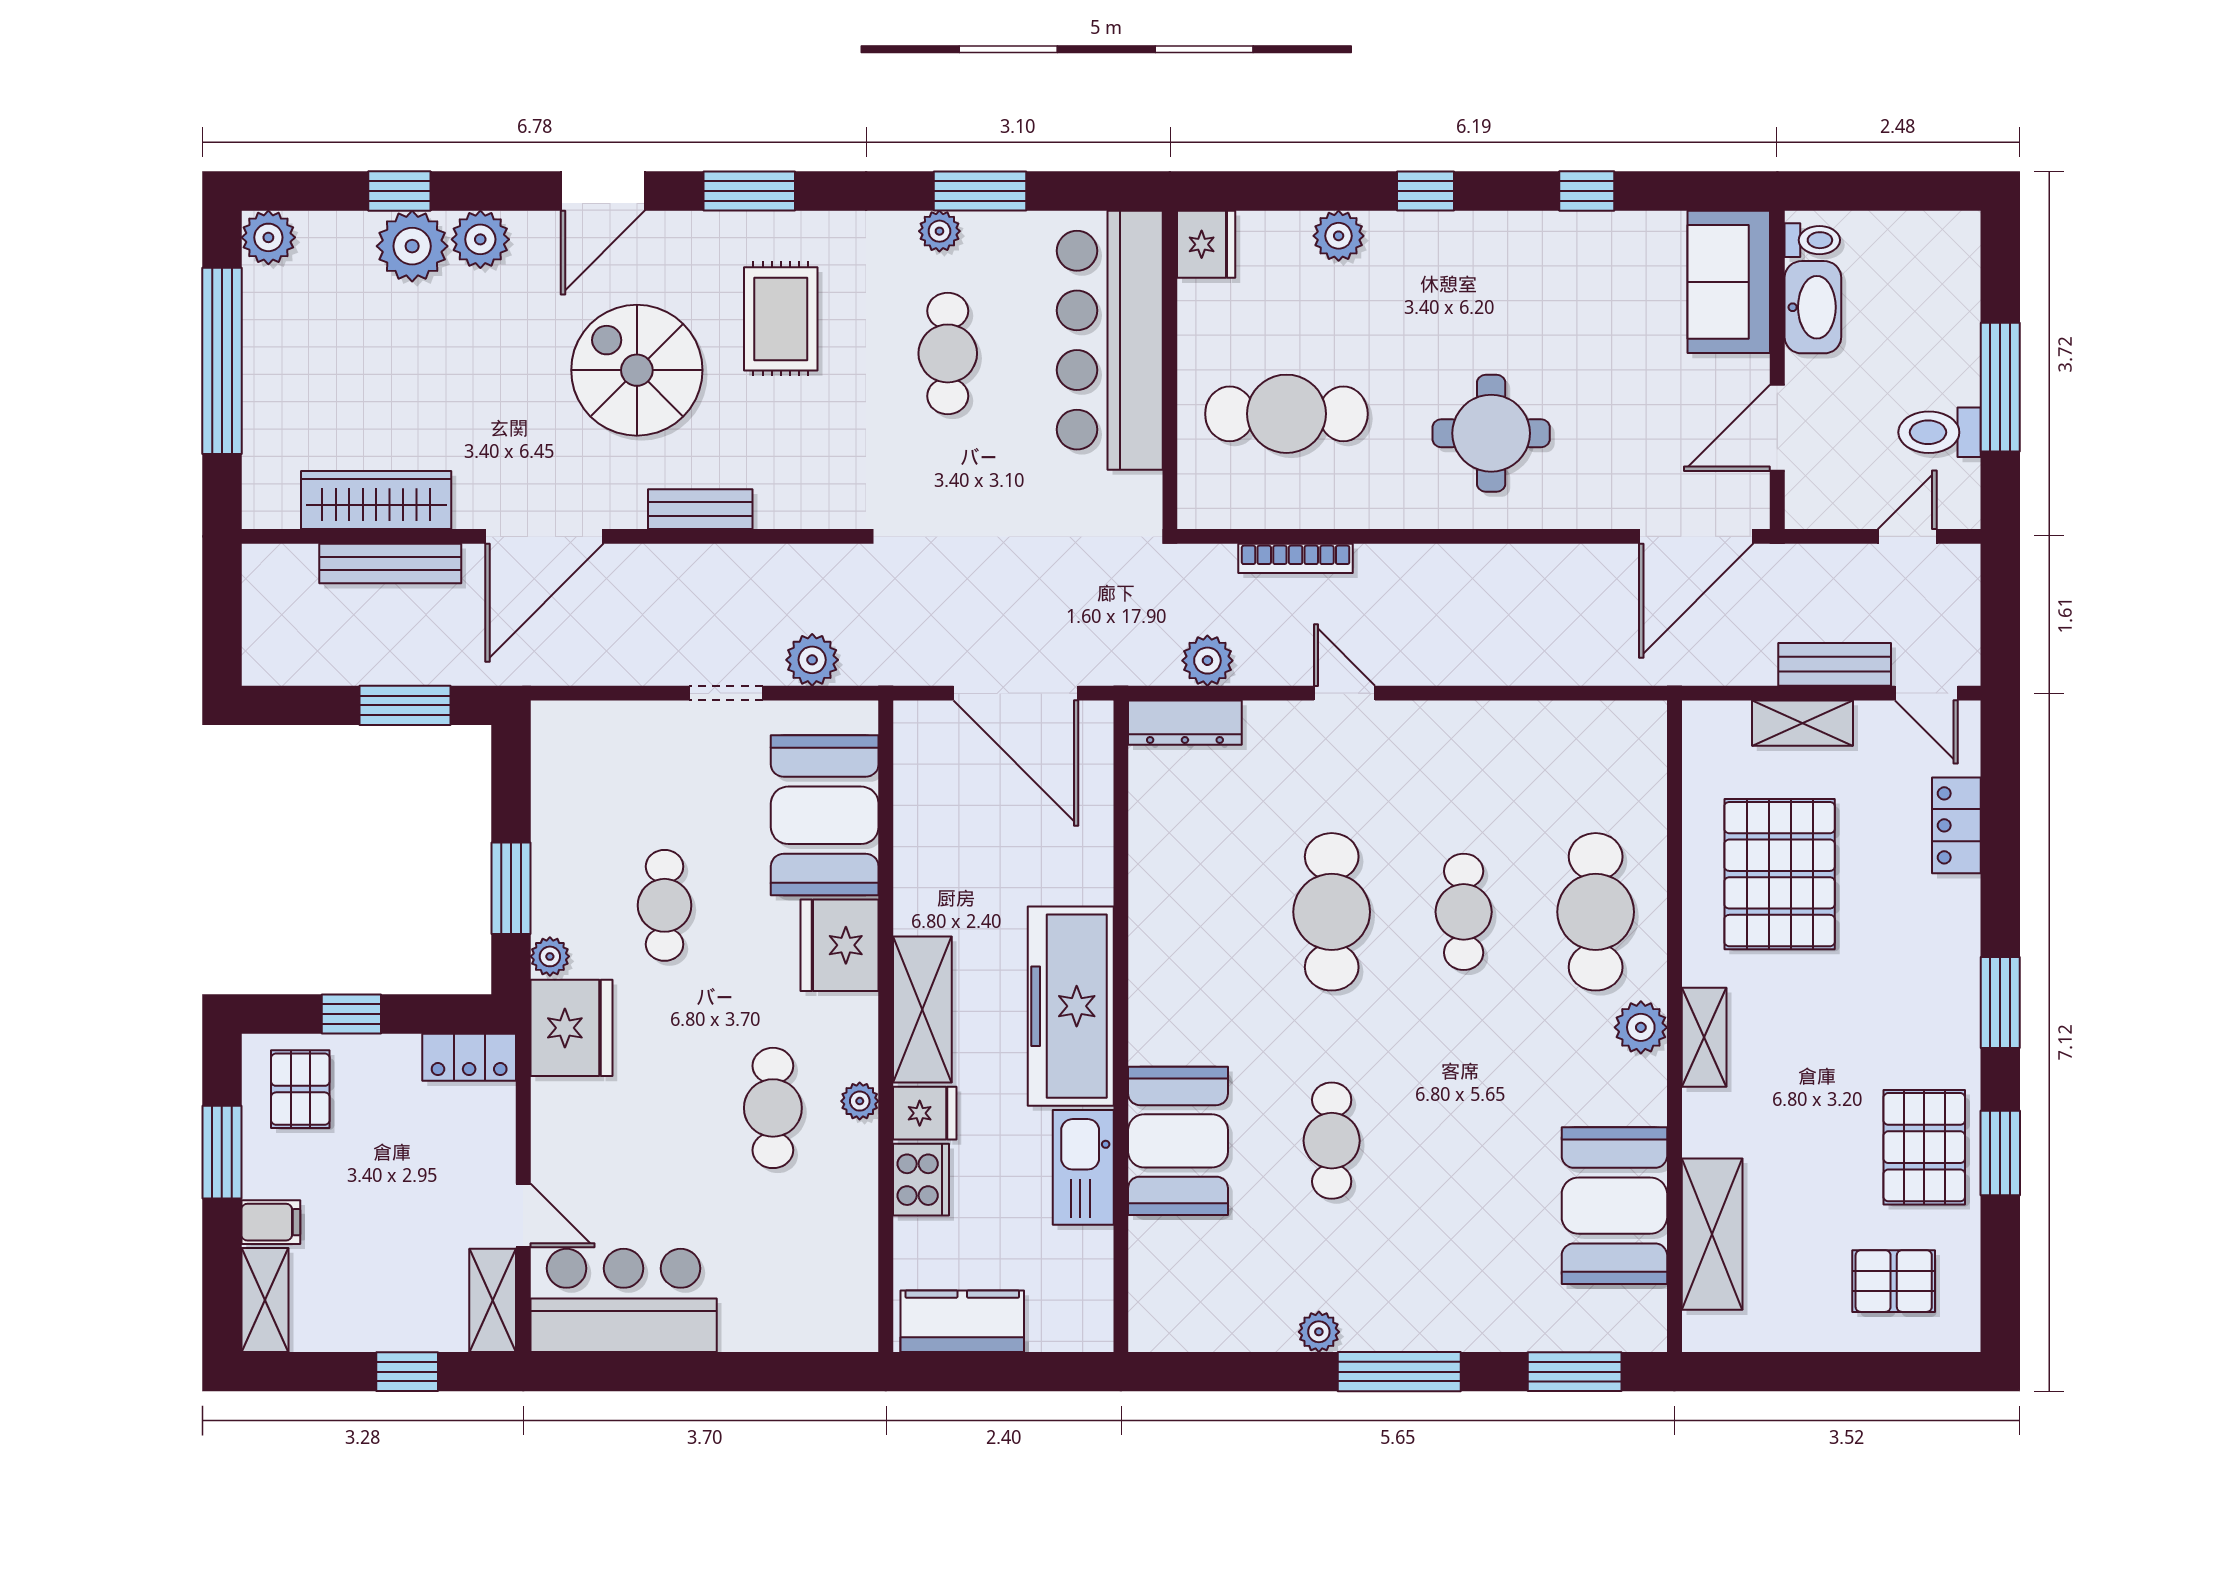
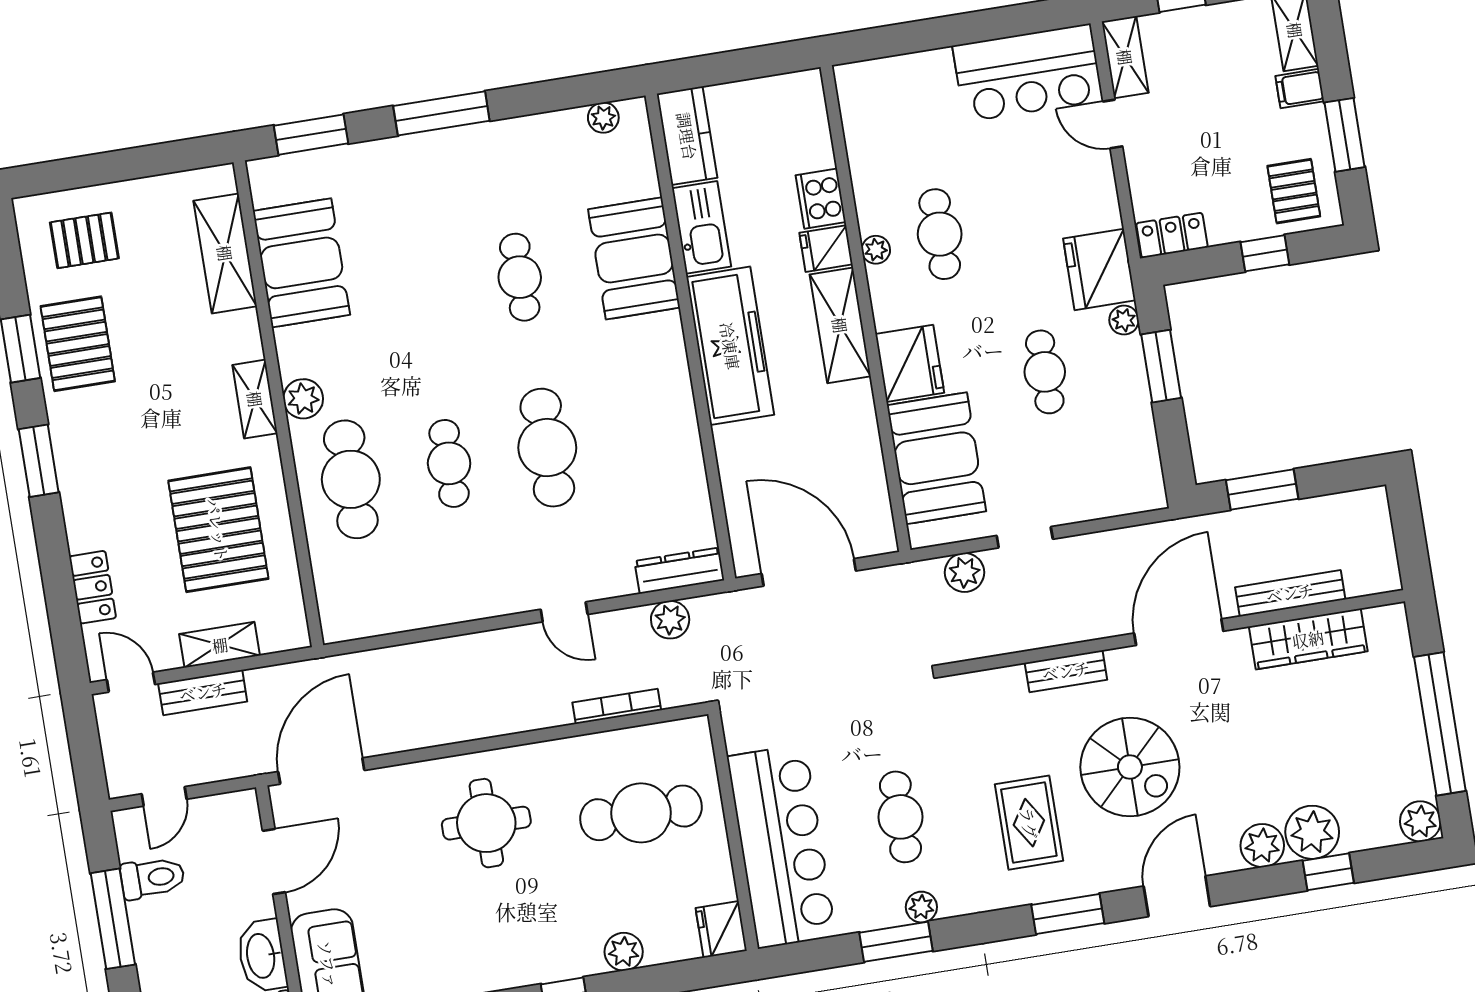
kitchen counter: (962, 1321) -> (687, 136), moved, turned -90
plant: (1319, 1332) -> (603, 118), moved

